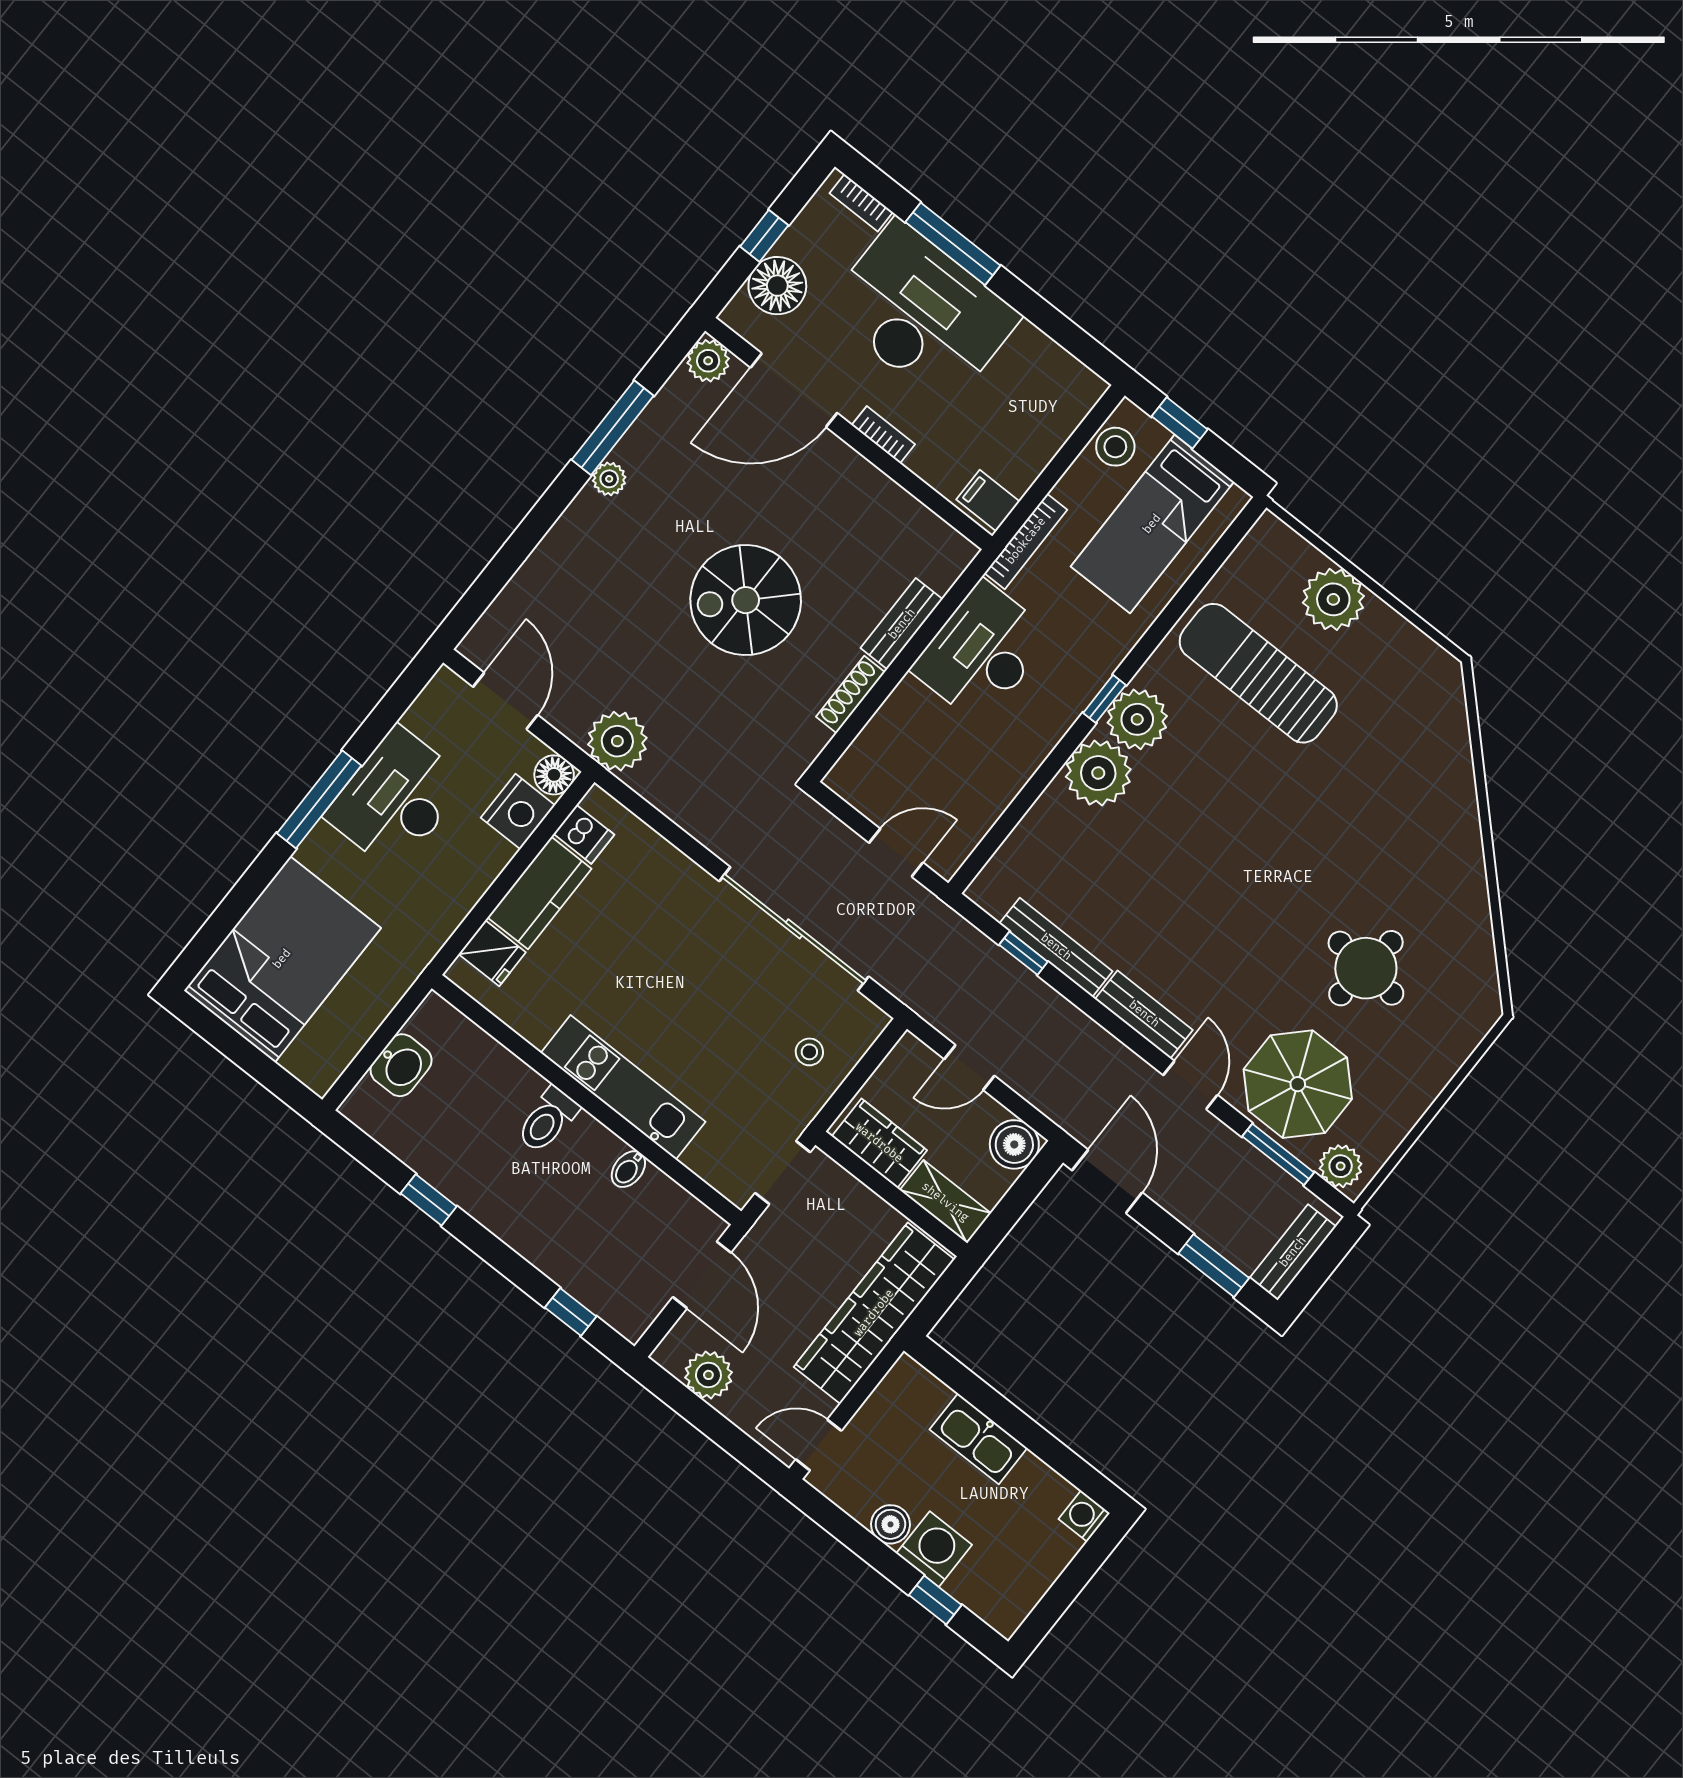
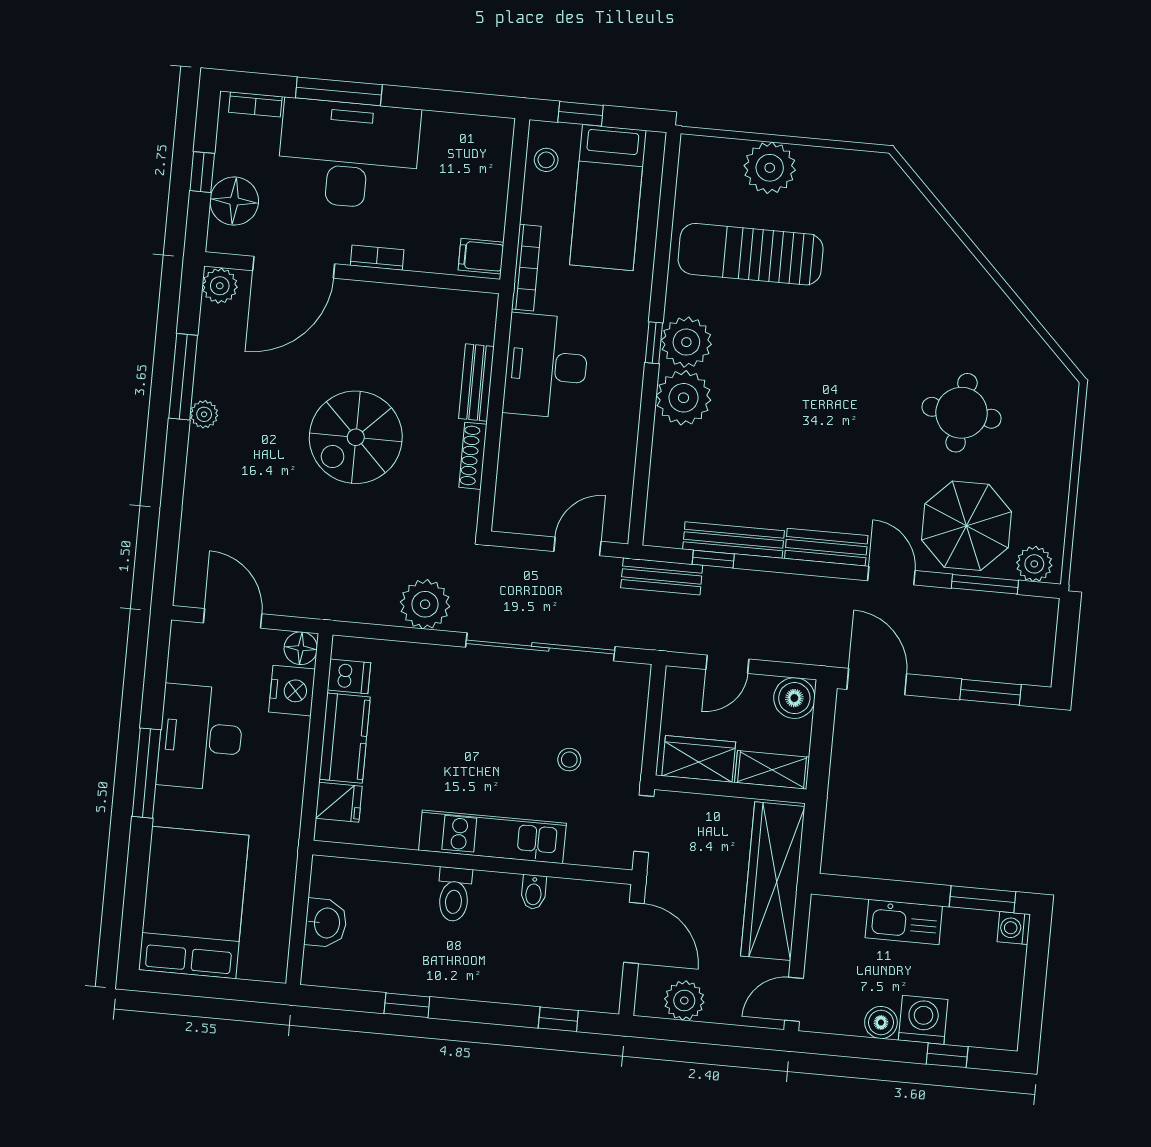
stool: (1115, 447) -> (546, 160), width x0.73, depth x0.73
plant: (617, 741) -> (425, 604), moved
stool: (809, 1052) -> (569, 760), moved
bench: (1293, 1252) -> (662, 576), moved, turned 90
window: (1072, 1467) -> (982, 899), added

